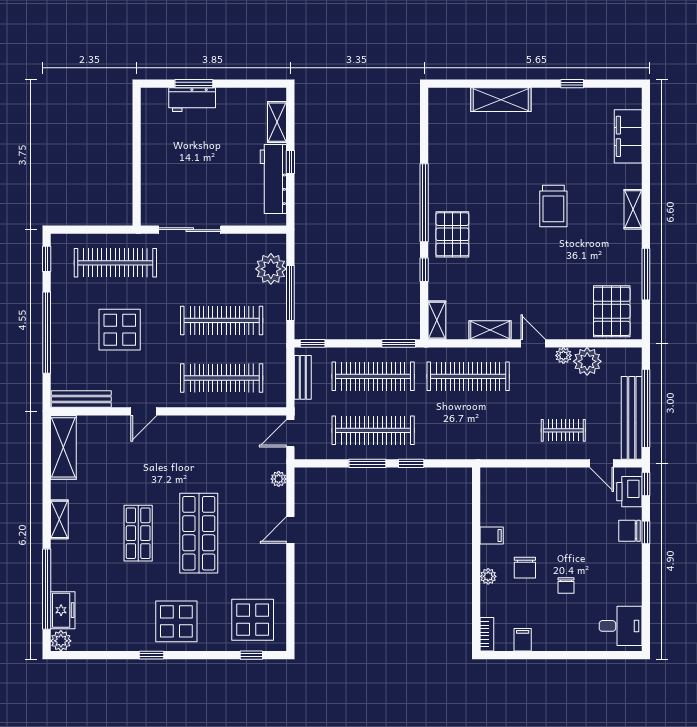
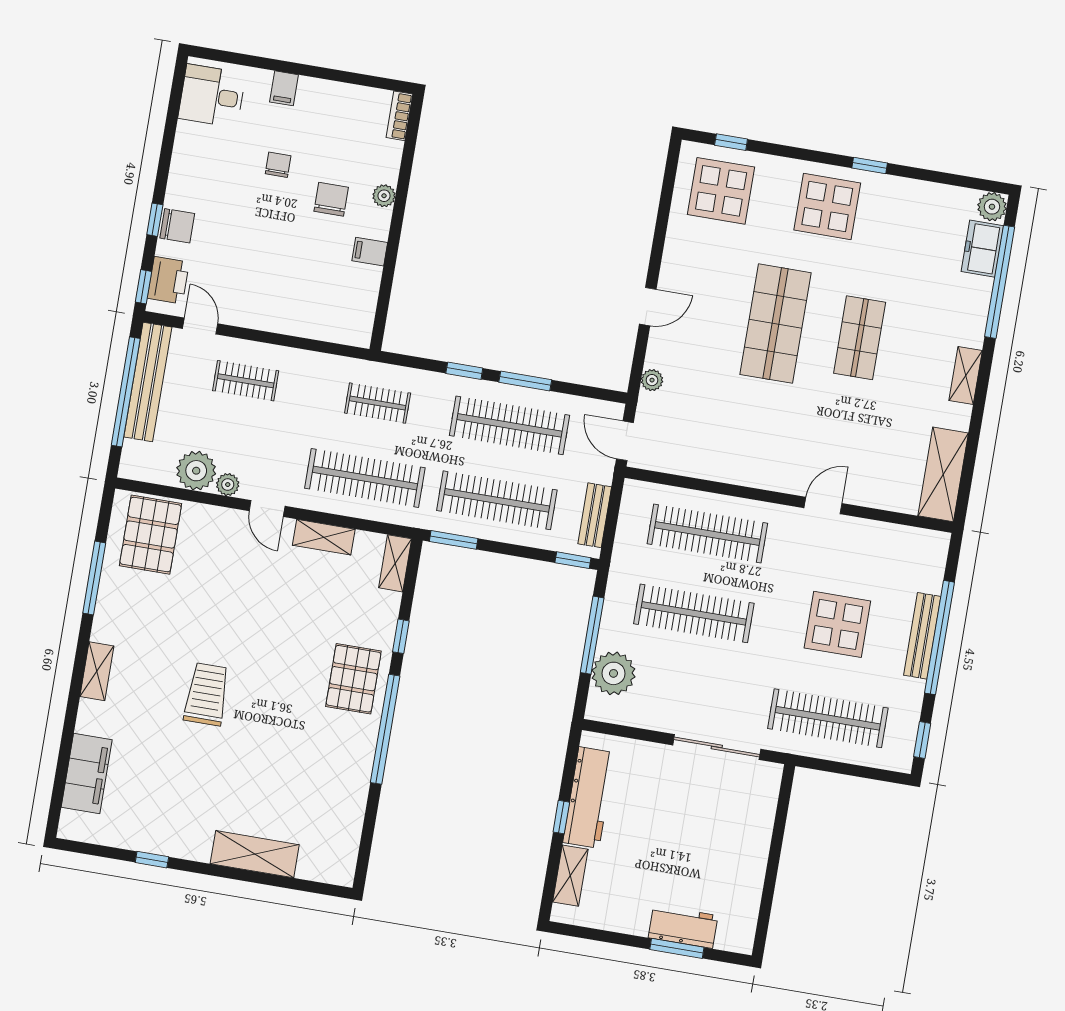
bench: (81, 399) -> (922, 636), moved, turned 90
clothes rail: (468, 430) -> (378, 403), added
door: (290, 433) -> (625, 441), swing flipped
filing cabinet: (523, 640) -> (284, 88), moved

